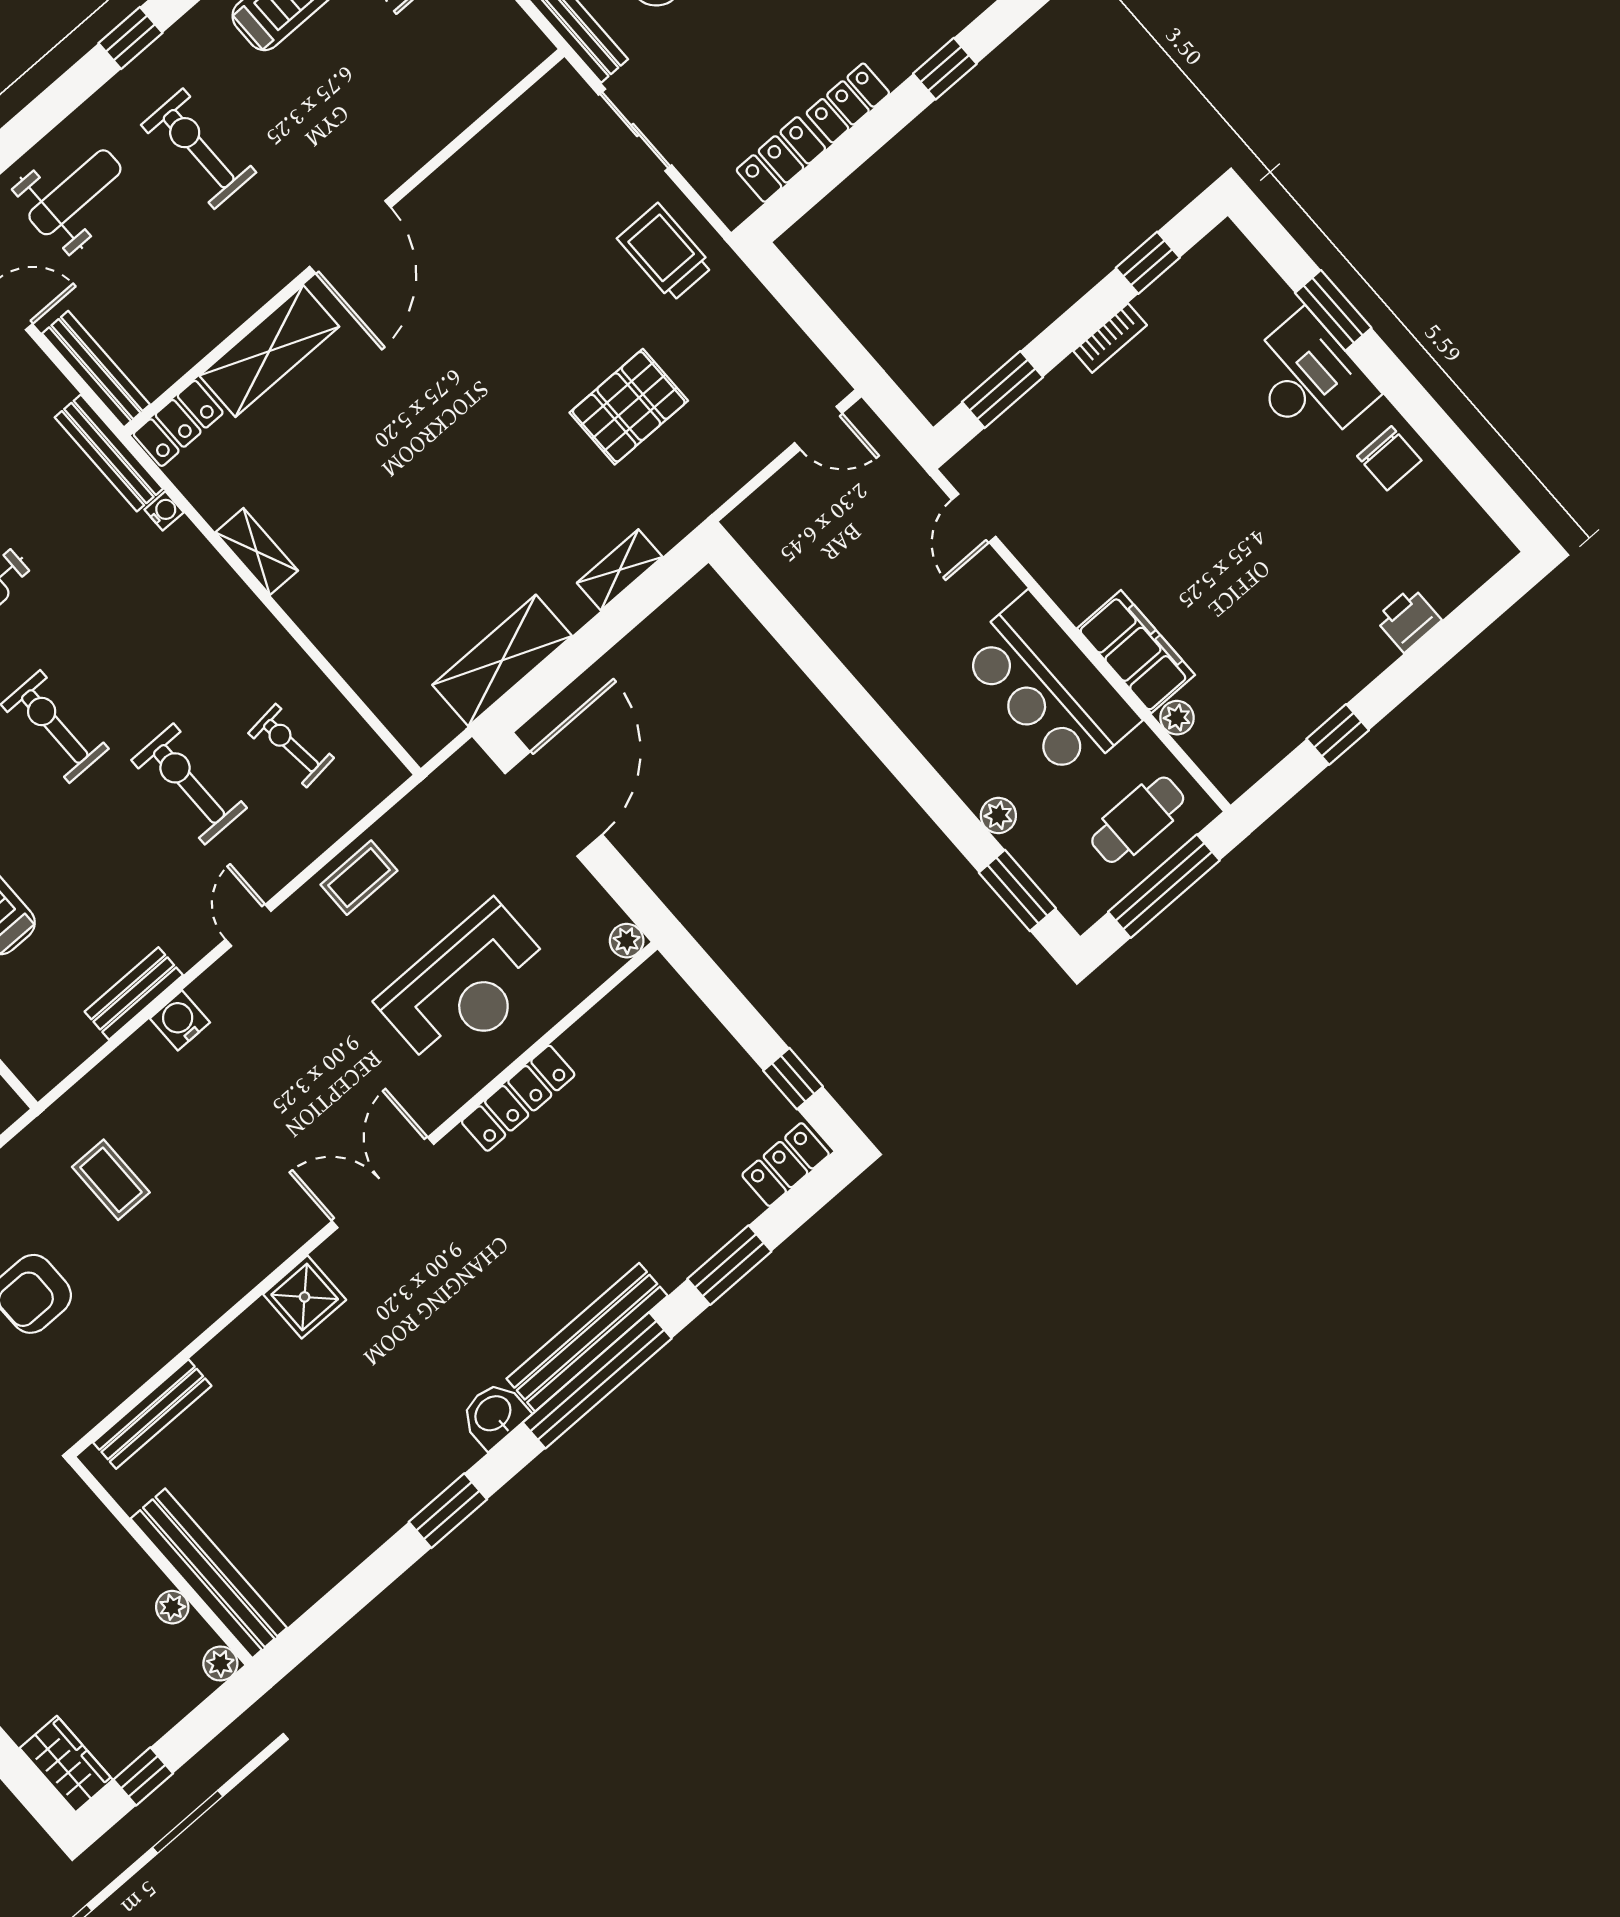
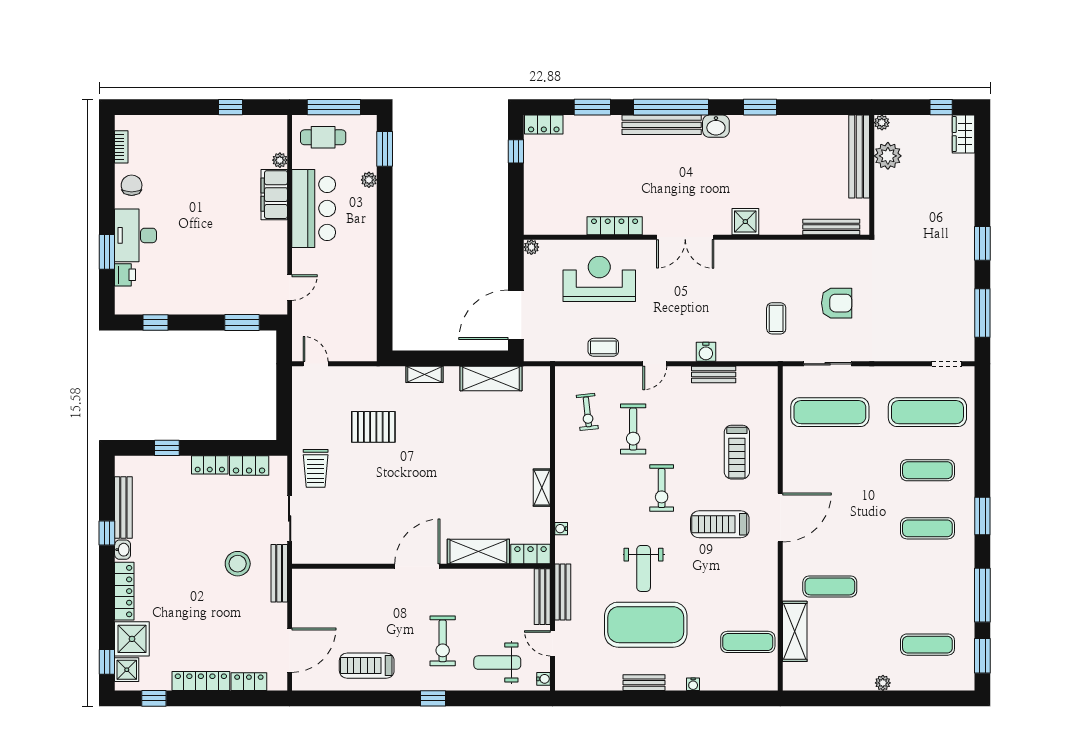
bookcase: (1110, 338) -> (121, 147), moved, turned 90
bench: (109, 453) -> (563, 592), moved
printer: (1408, 620) -> (125, 275), moved, turned -90
plant: (172, 1607) -> (888, 156), width x1.87, depth x1.87

